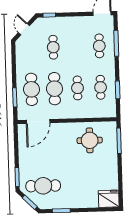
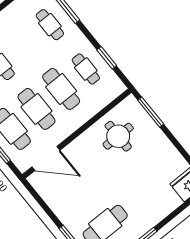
cafe table: (78, 88) -> (61, 89), width x1.37, depth x1.35
door: (38, 121) -> (46, 159), hinge flipped

